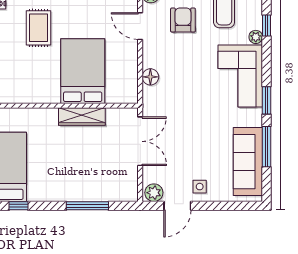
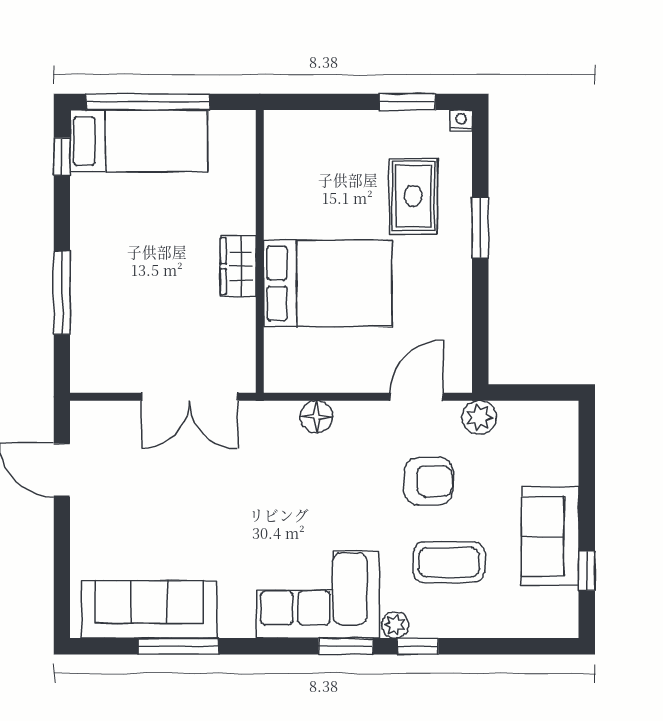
rug: (39, 28) -> (413, 196), turned 90
window: (267, 100) -> (346, 646), moved
wardrobe: (82, 116) -> (238, 266), width x0.67
side table: (200, 187) -> (100, 514), removed
plant: (154, 193) -> (88, 424), removed

